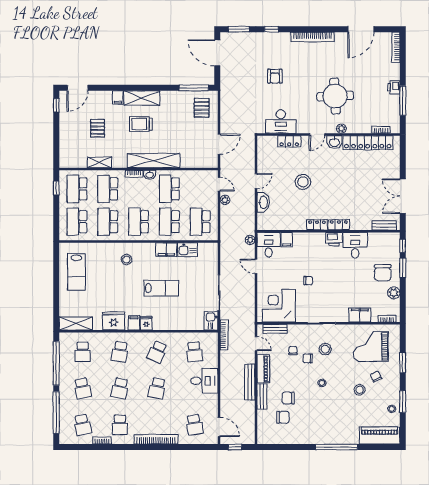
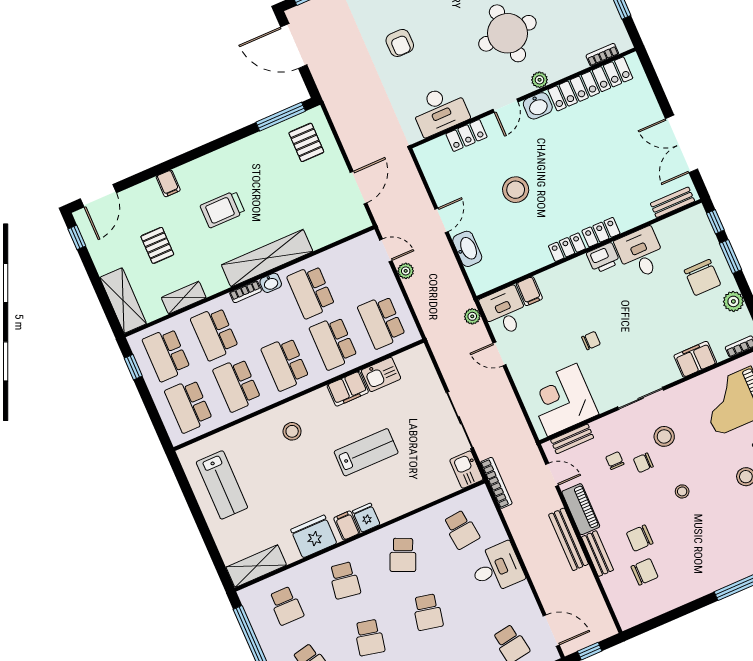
shelving: (142, 98) -> (123, 301), moved, turned 90

